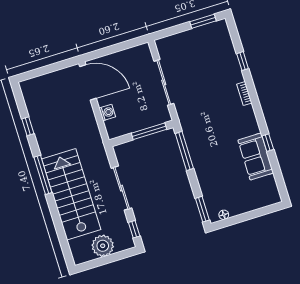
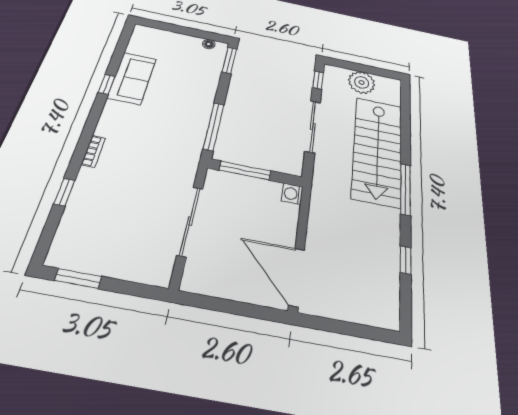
washing machine: (107, 112) -> (292, 194), moved

